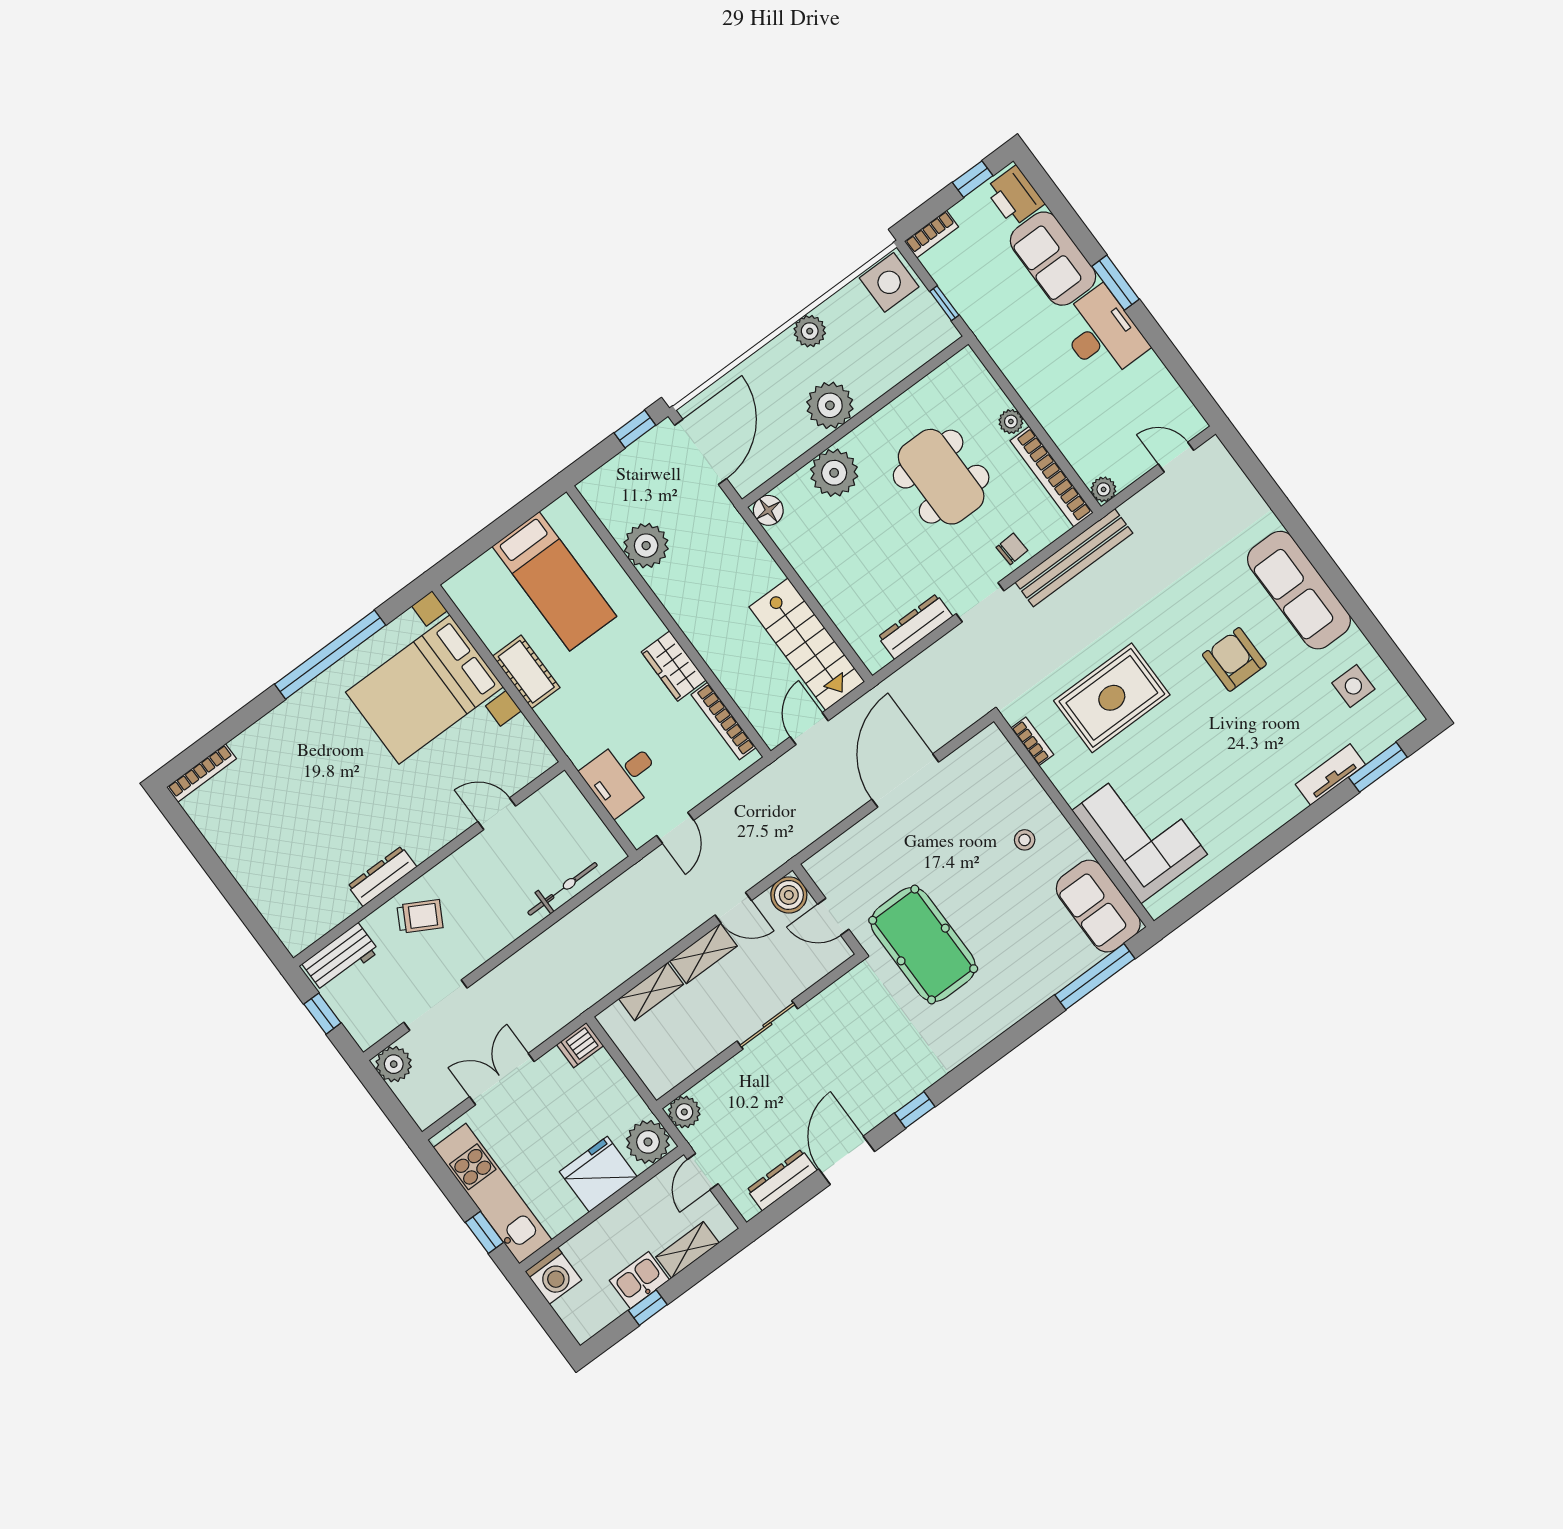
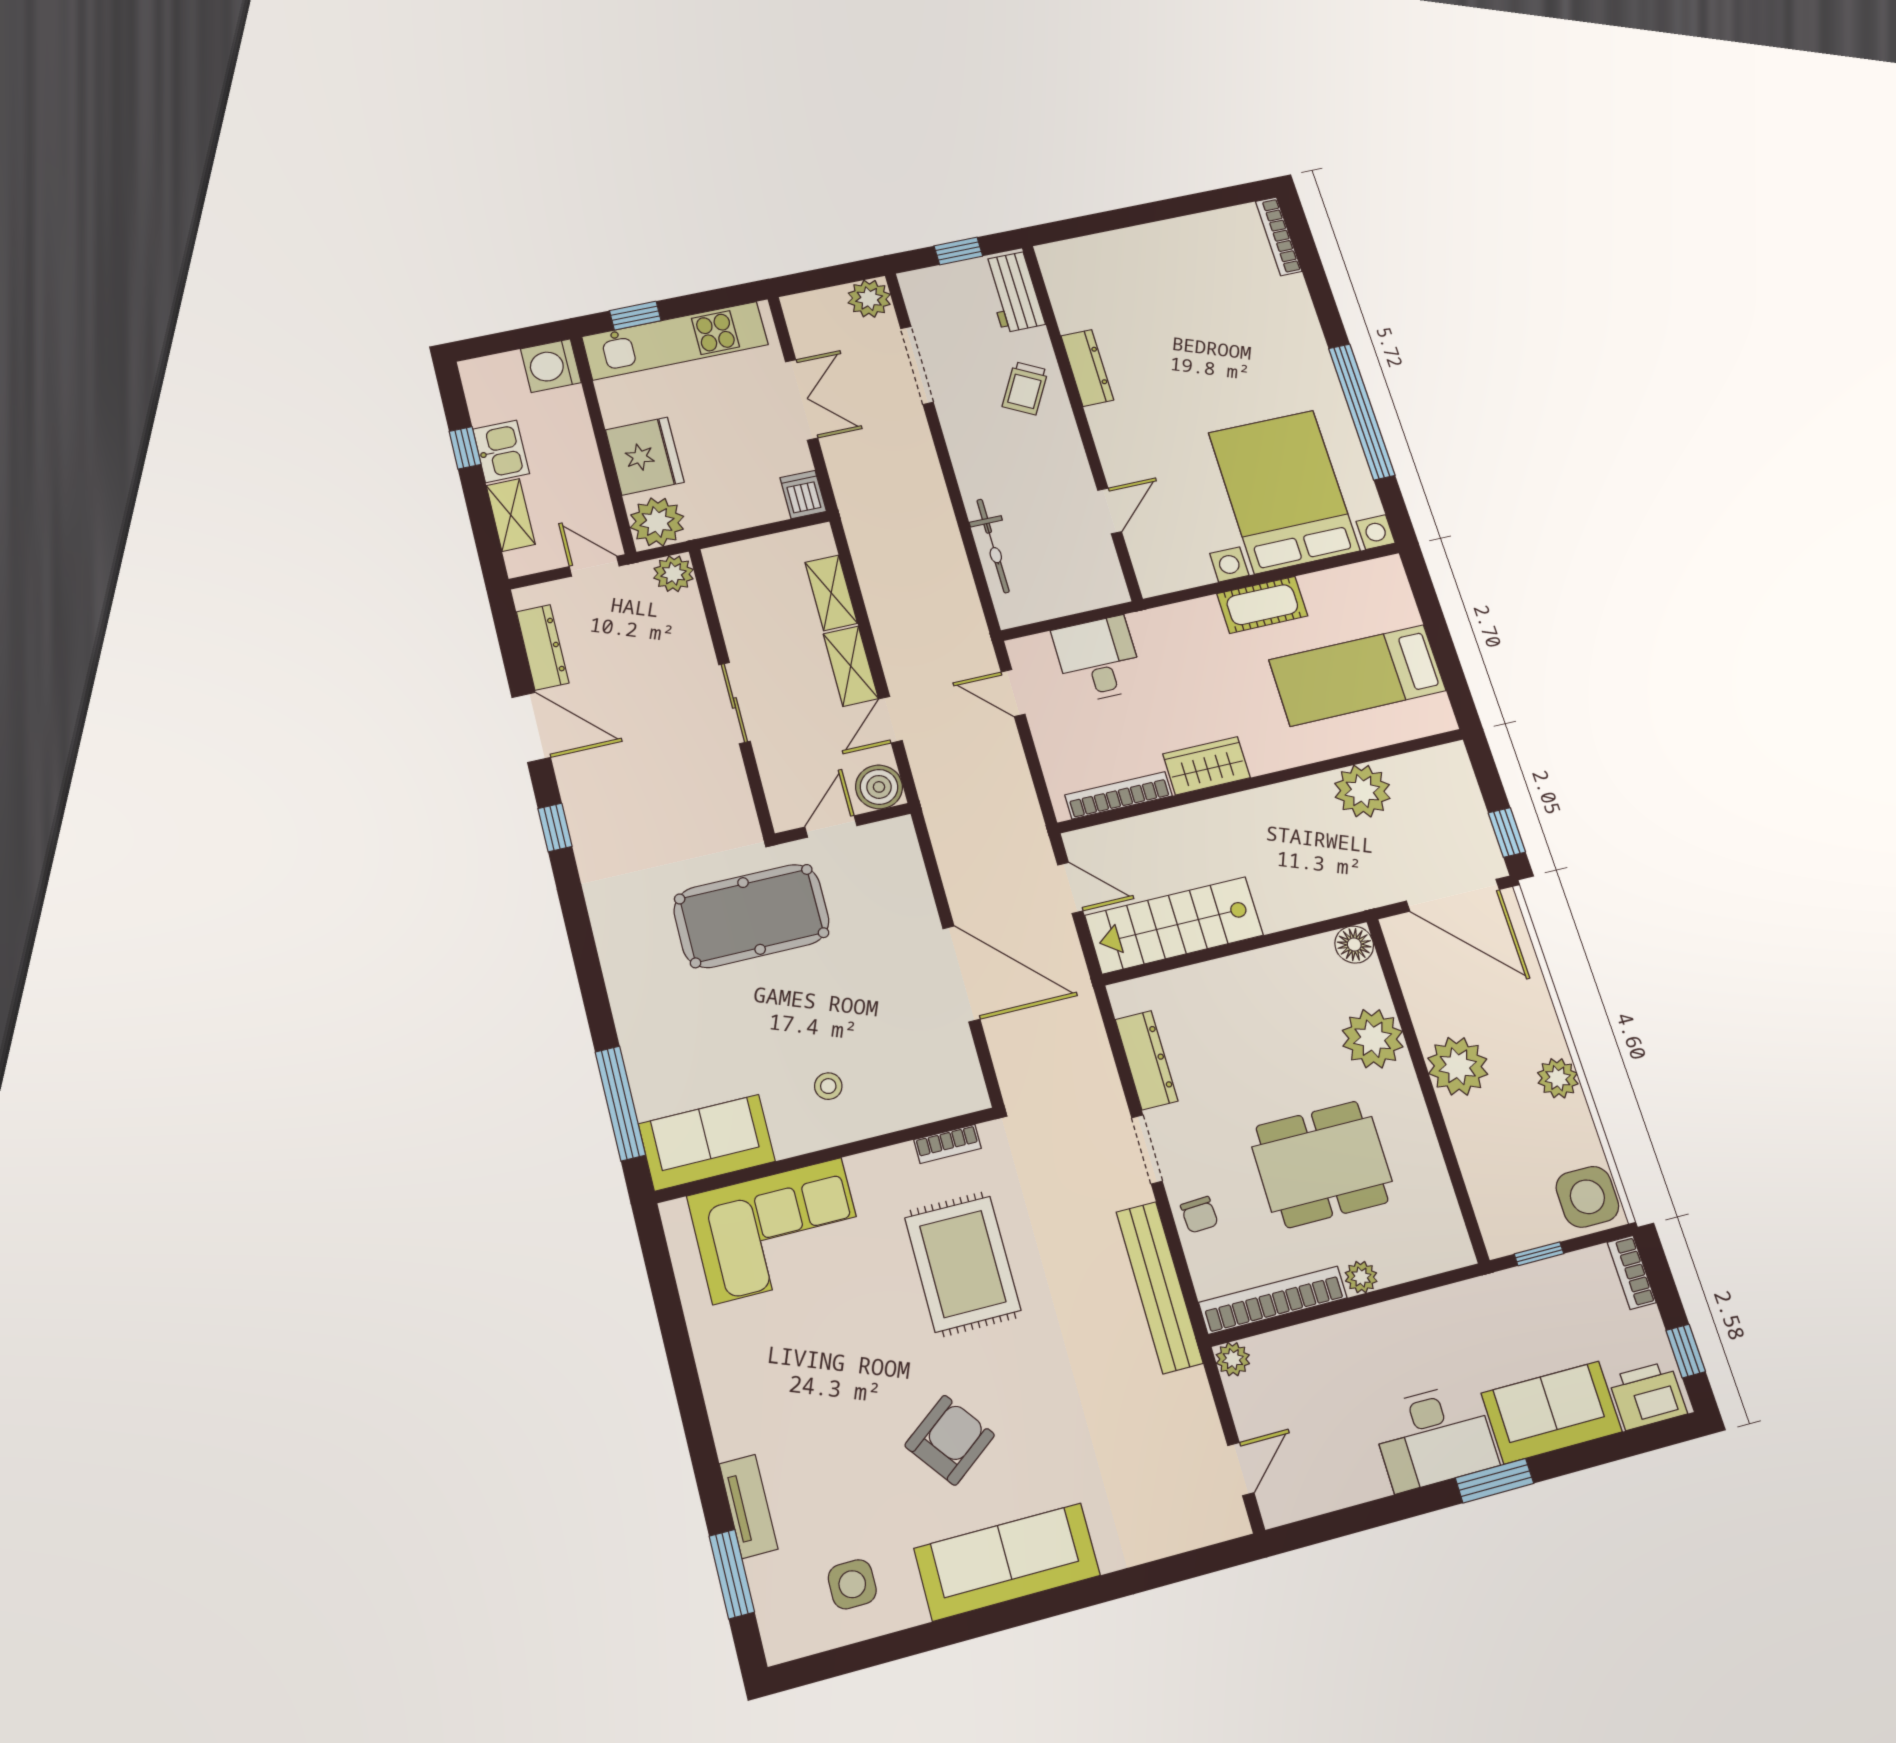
armchair: (1234, 659) -> (950, 1440), turned -37

